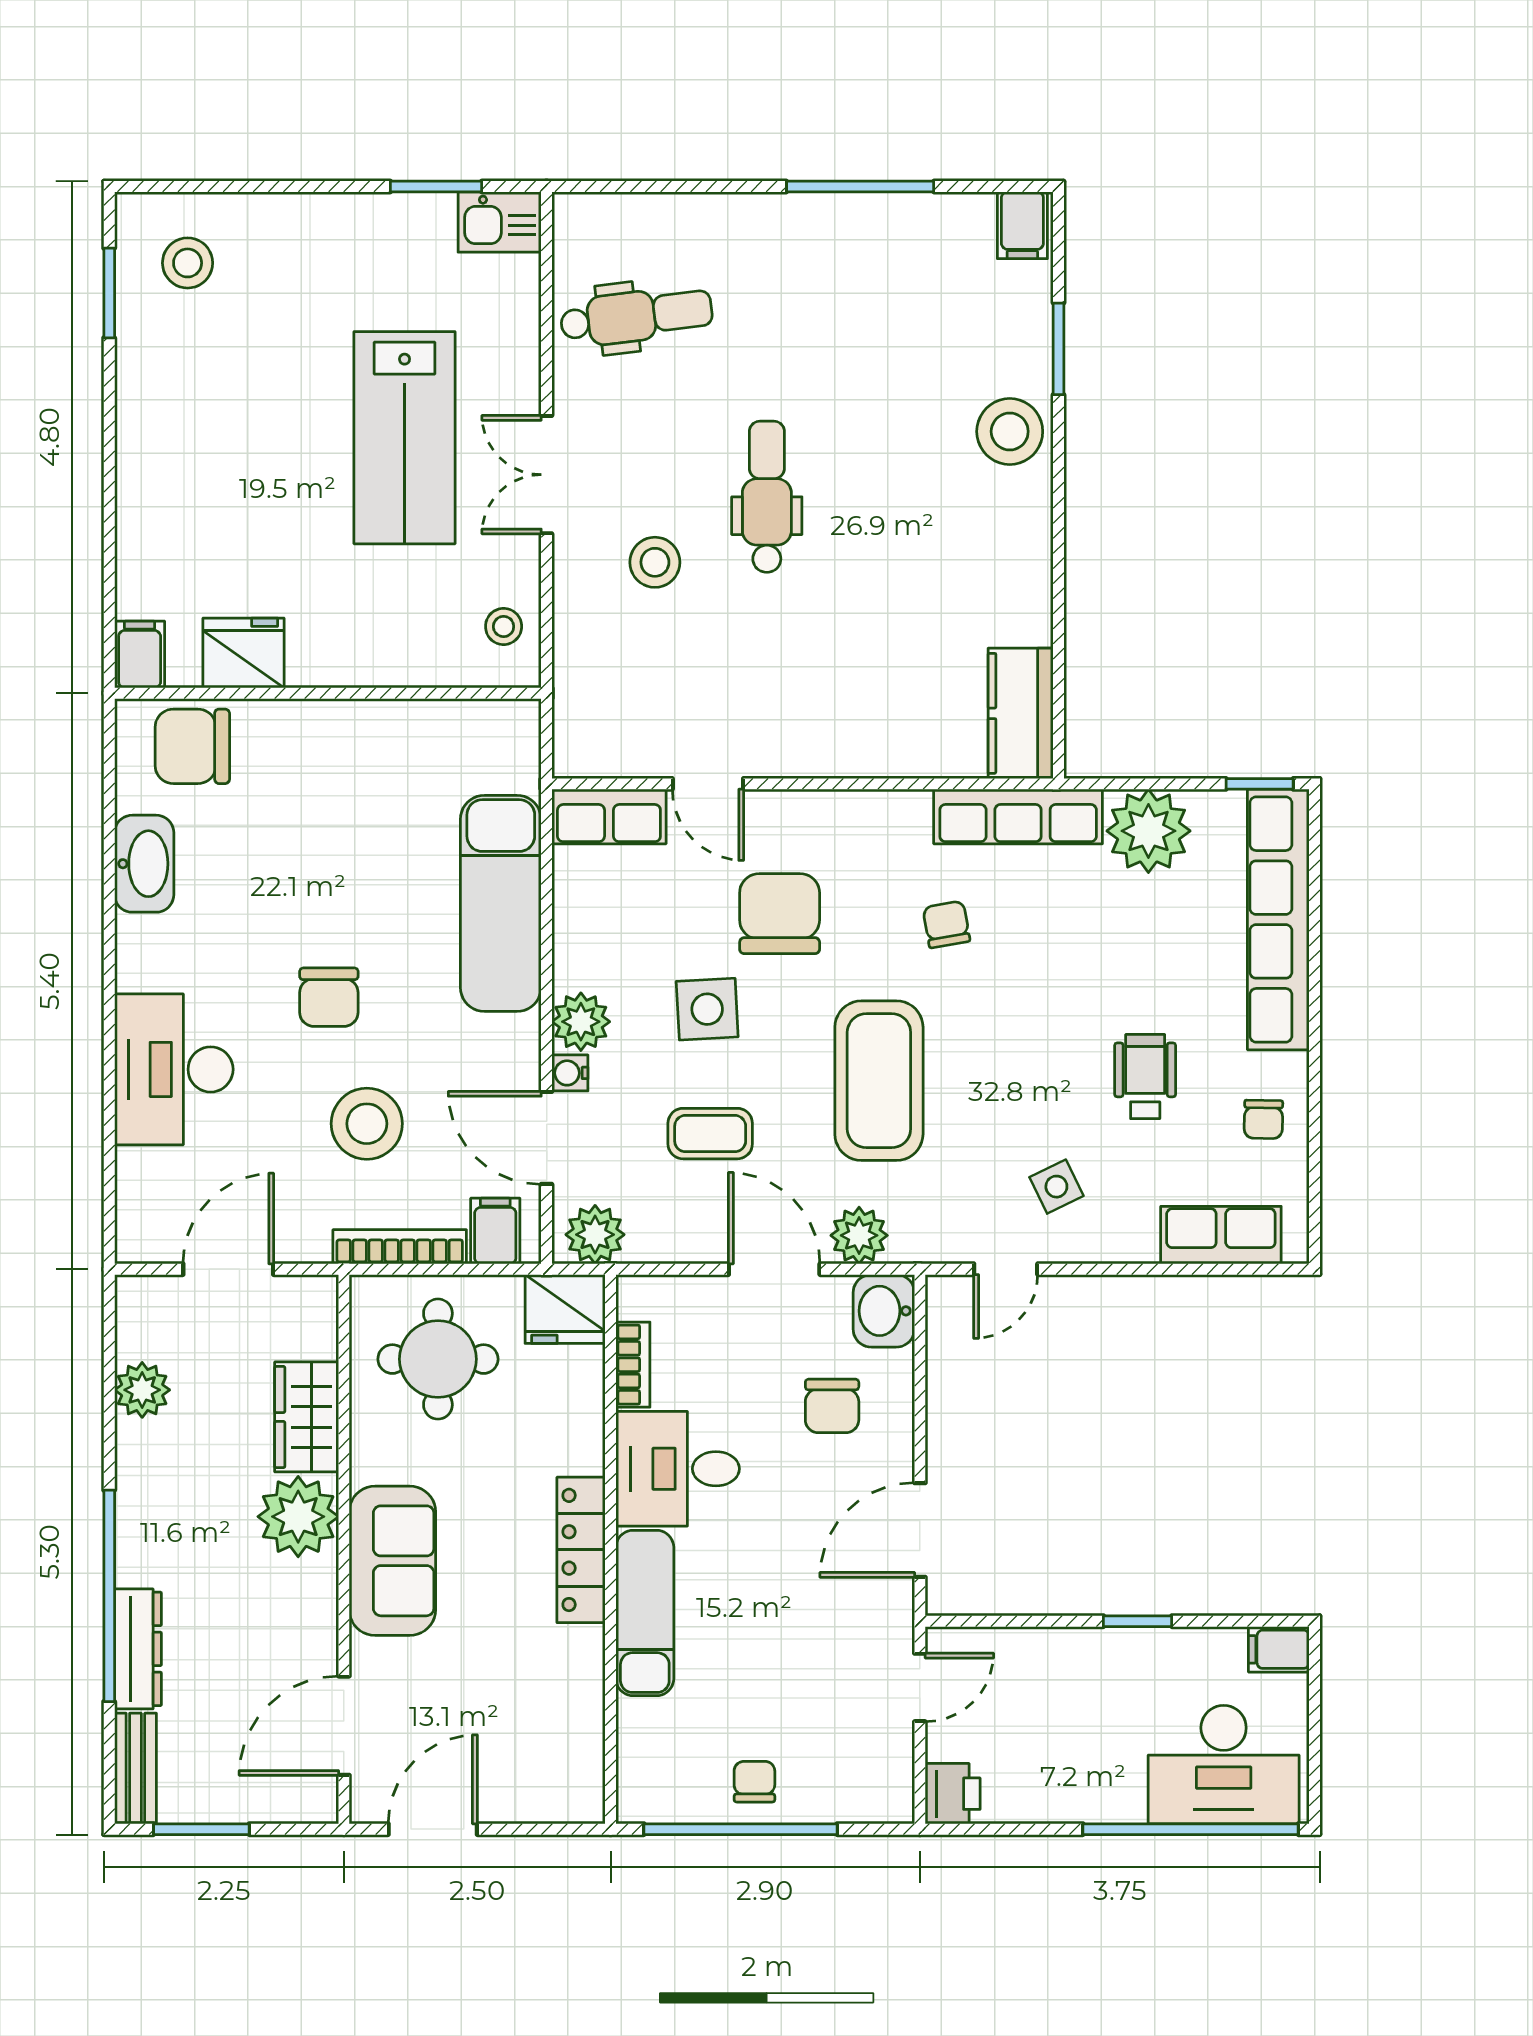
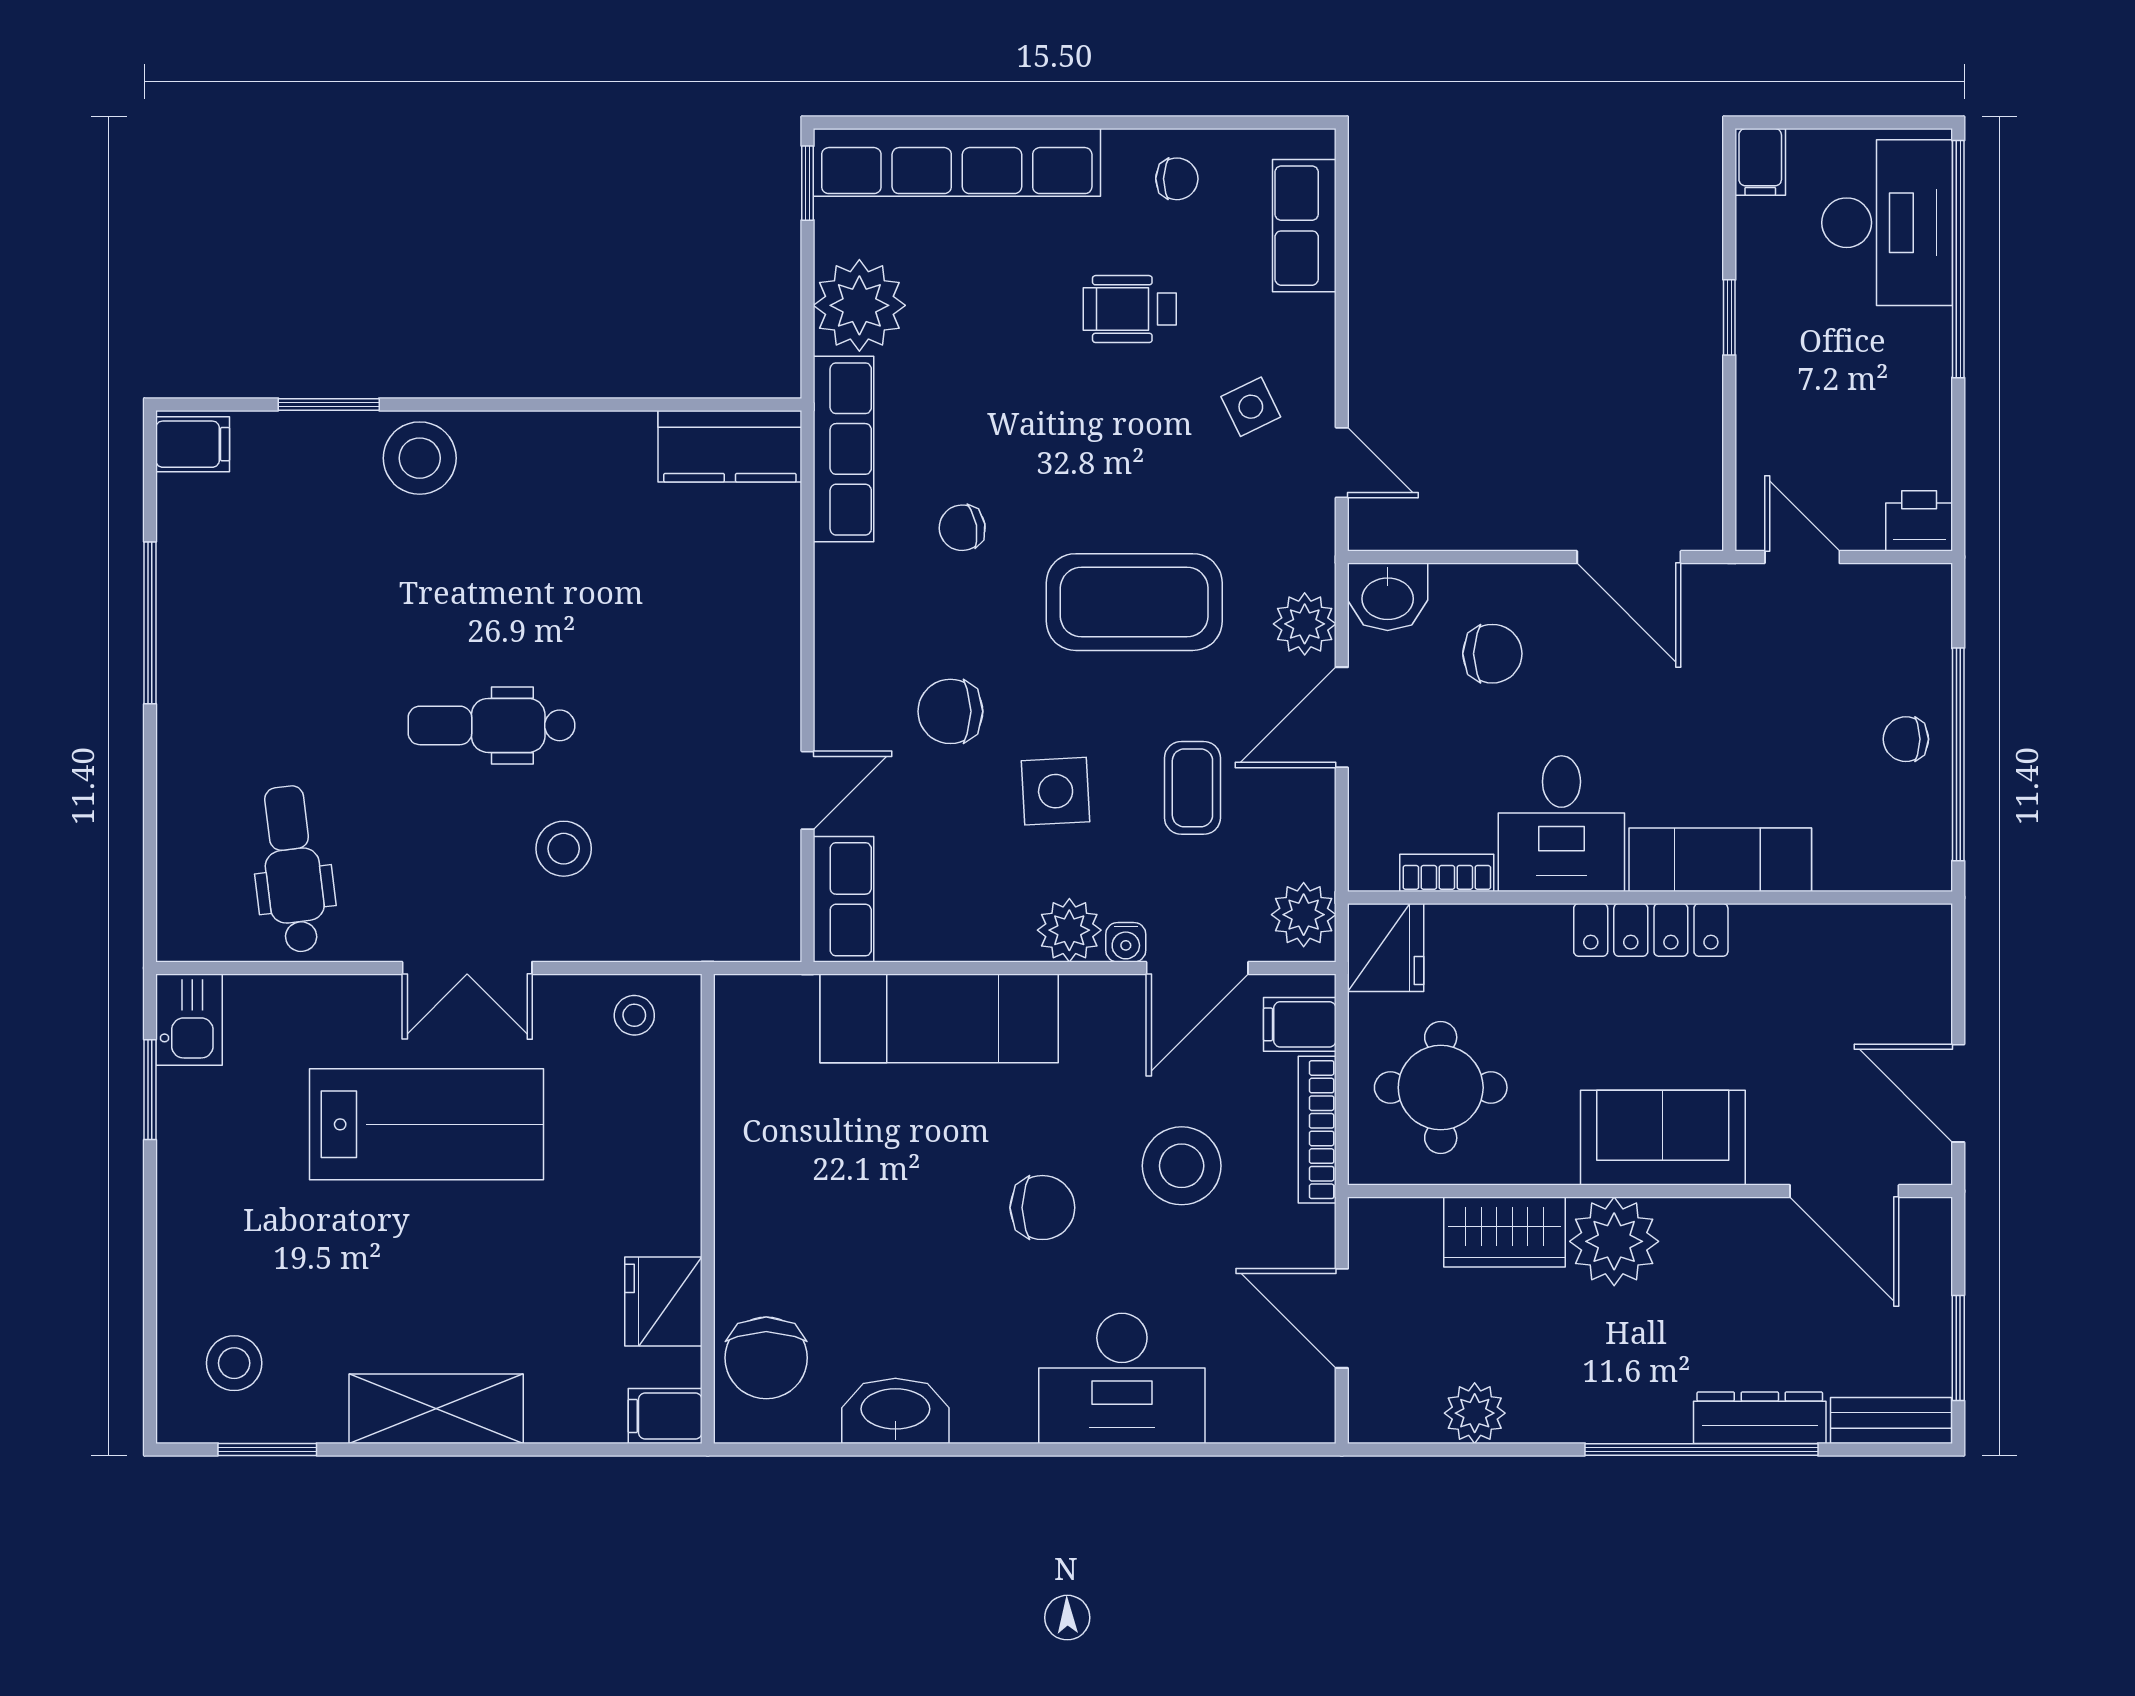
shelving: (146, 446) -> (436, 1409), added
chair: (780, 914) -> (950, 711), width x0.73, depth x0.73

